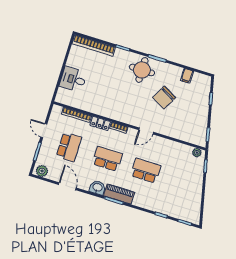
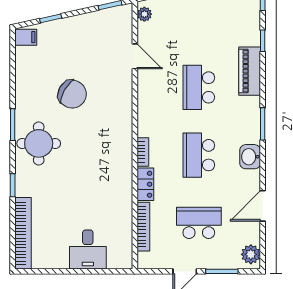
filing cabinet: (187, 76) -> (26, 37), moved
door: (146, 131) -> (135, 56), moved
piano: (119, 194) -> (250, 71), moved

